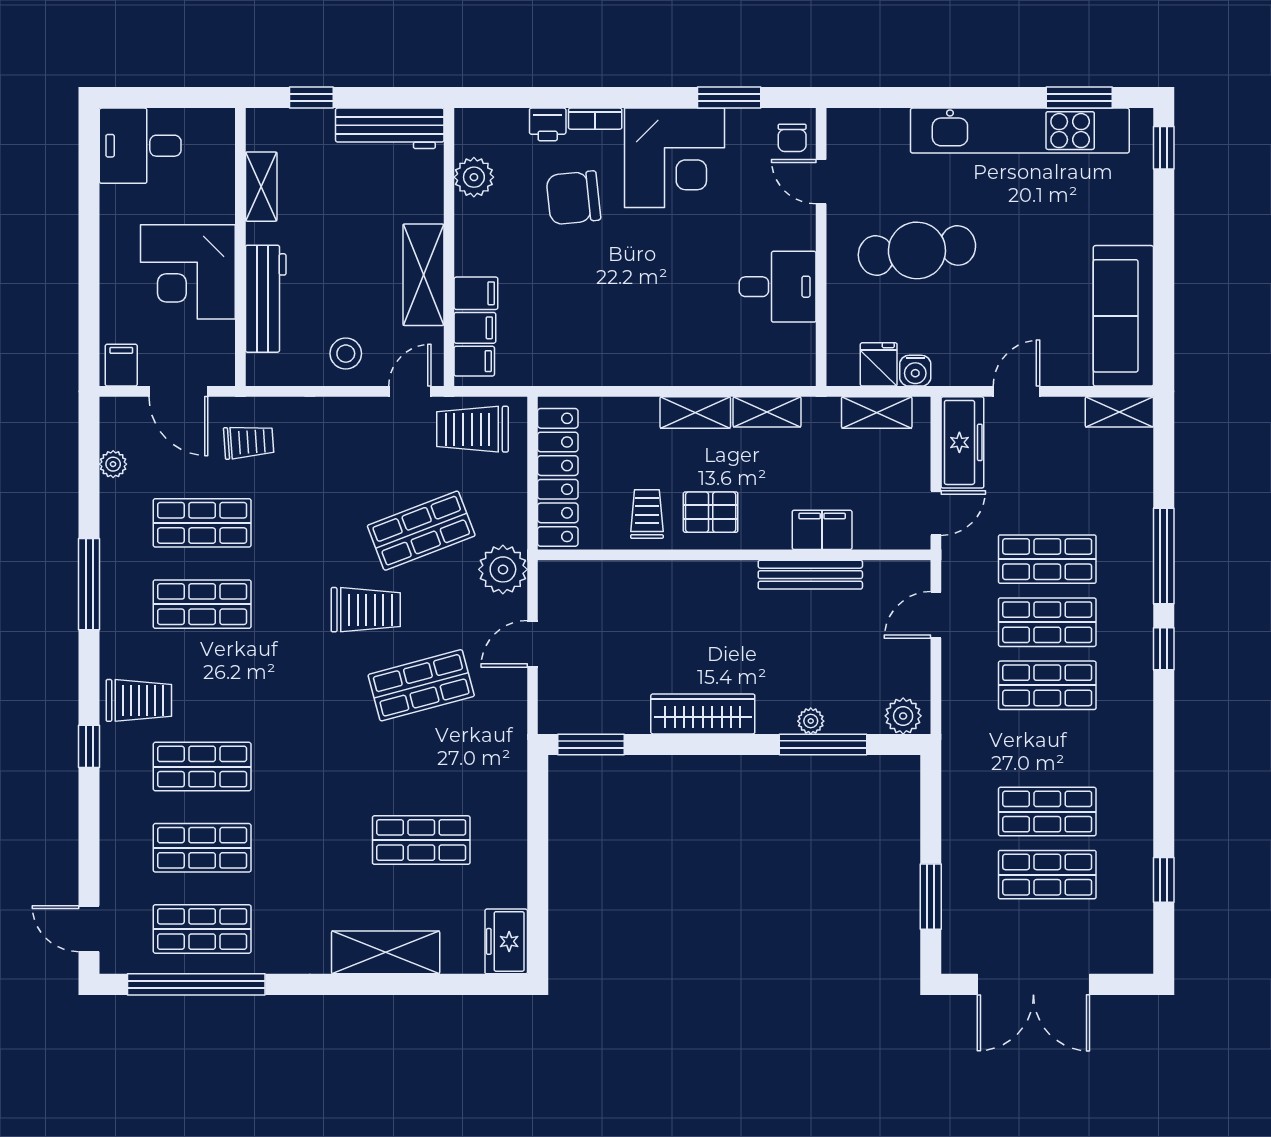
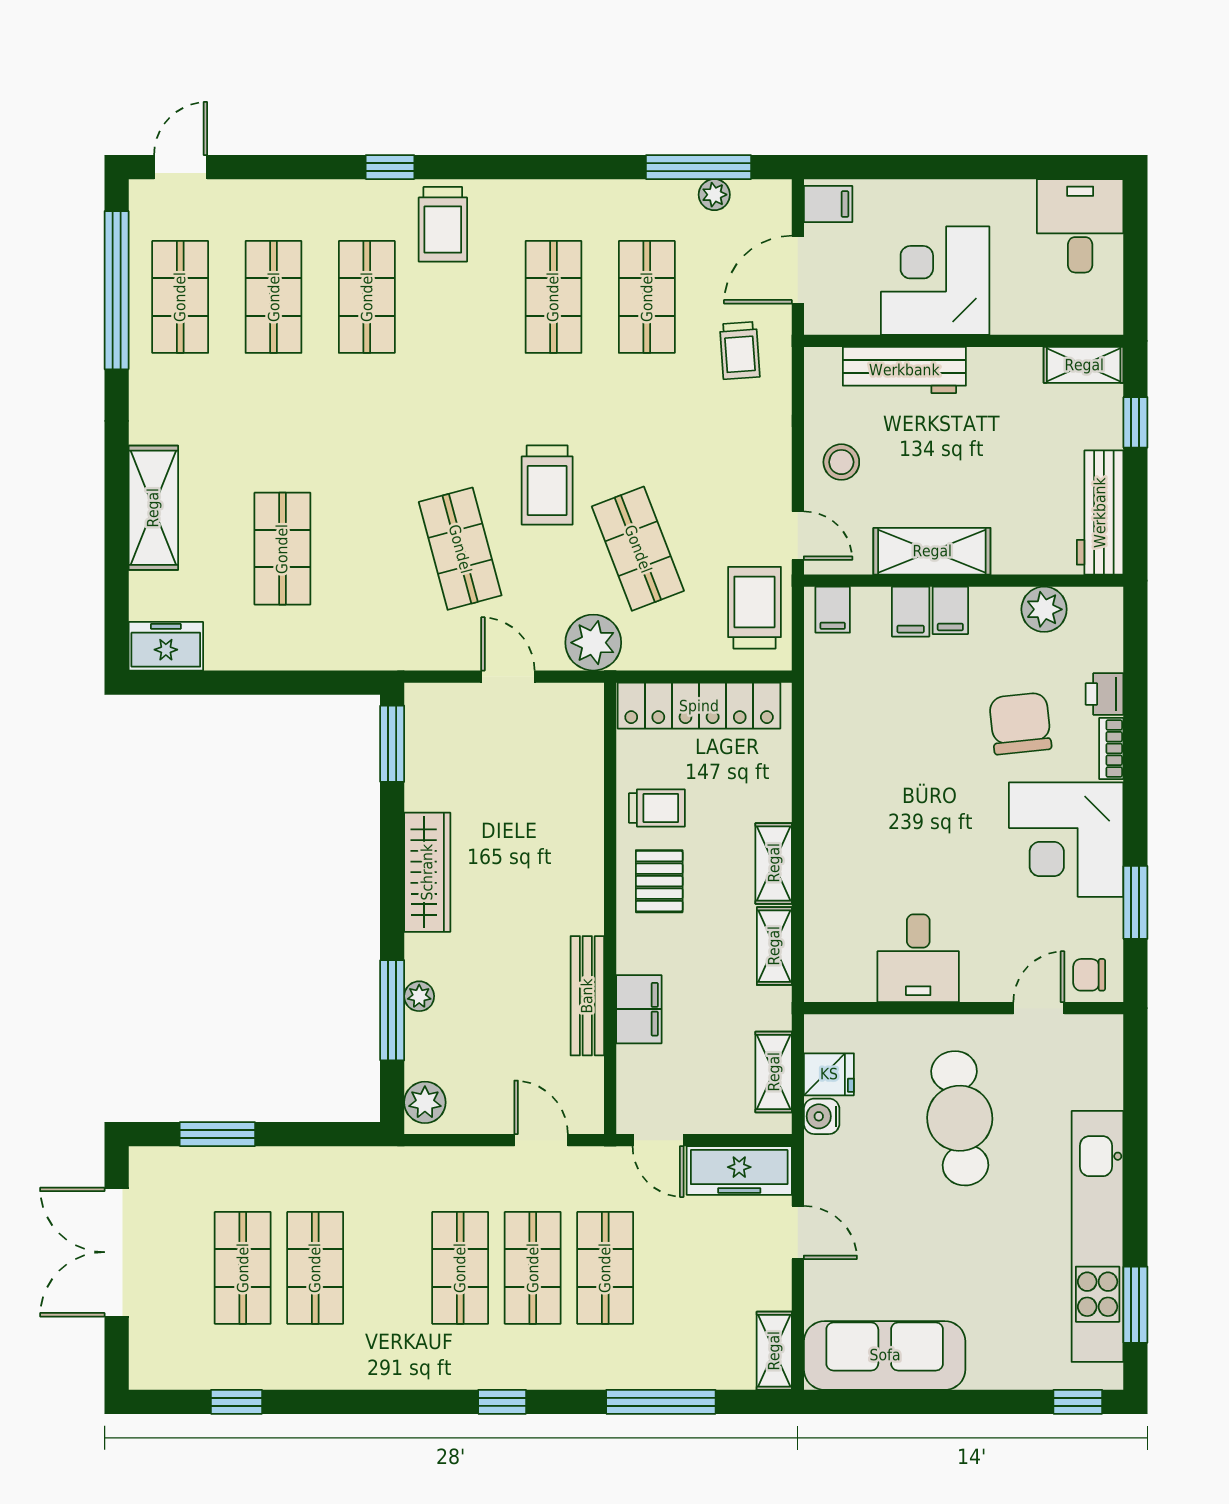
shelving: (261, 187) -> (1084, 365), moved
filing cabinet: (475, 328) -> (950, 610), moved
window: (1164, 556) -> (661, 1402), moved
window: (89, 584) -> (699, 167), moved

